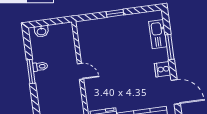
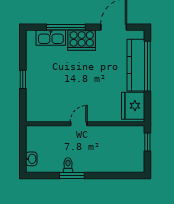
window: (170, 47) -> (66, 27), width x1.44
cooker: (163, 69) -> (82, 40), width x1.87, depth x1.31

